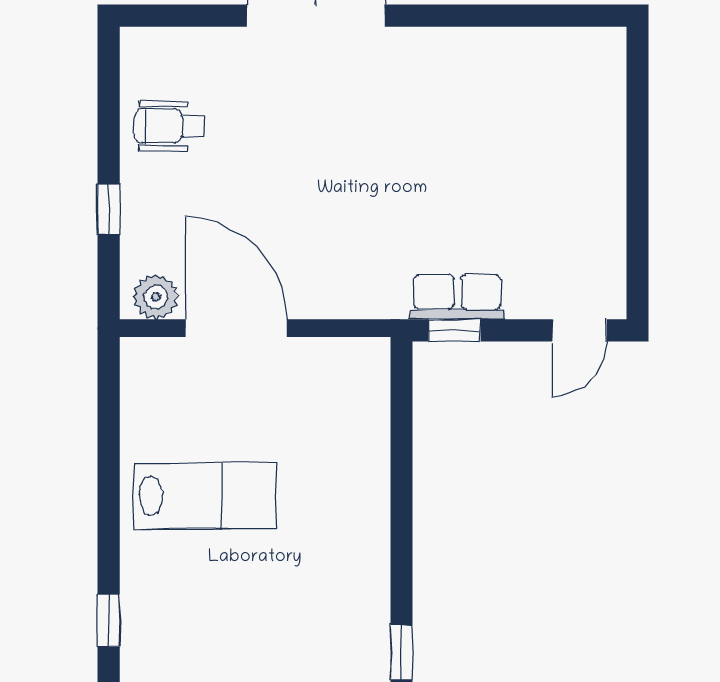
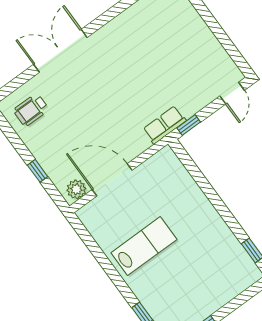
wheelchair: (169, 126) -> (31, 110), moved
row of seats: (457, 297) -> (165, 125), moved

